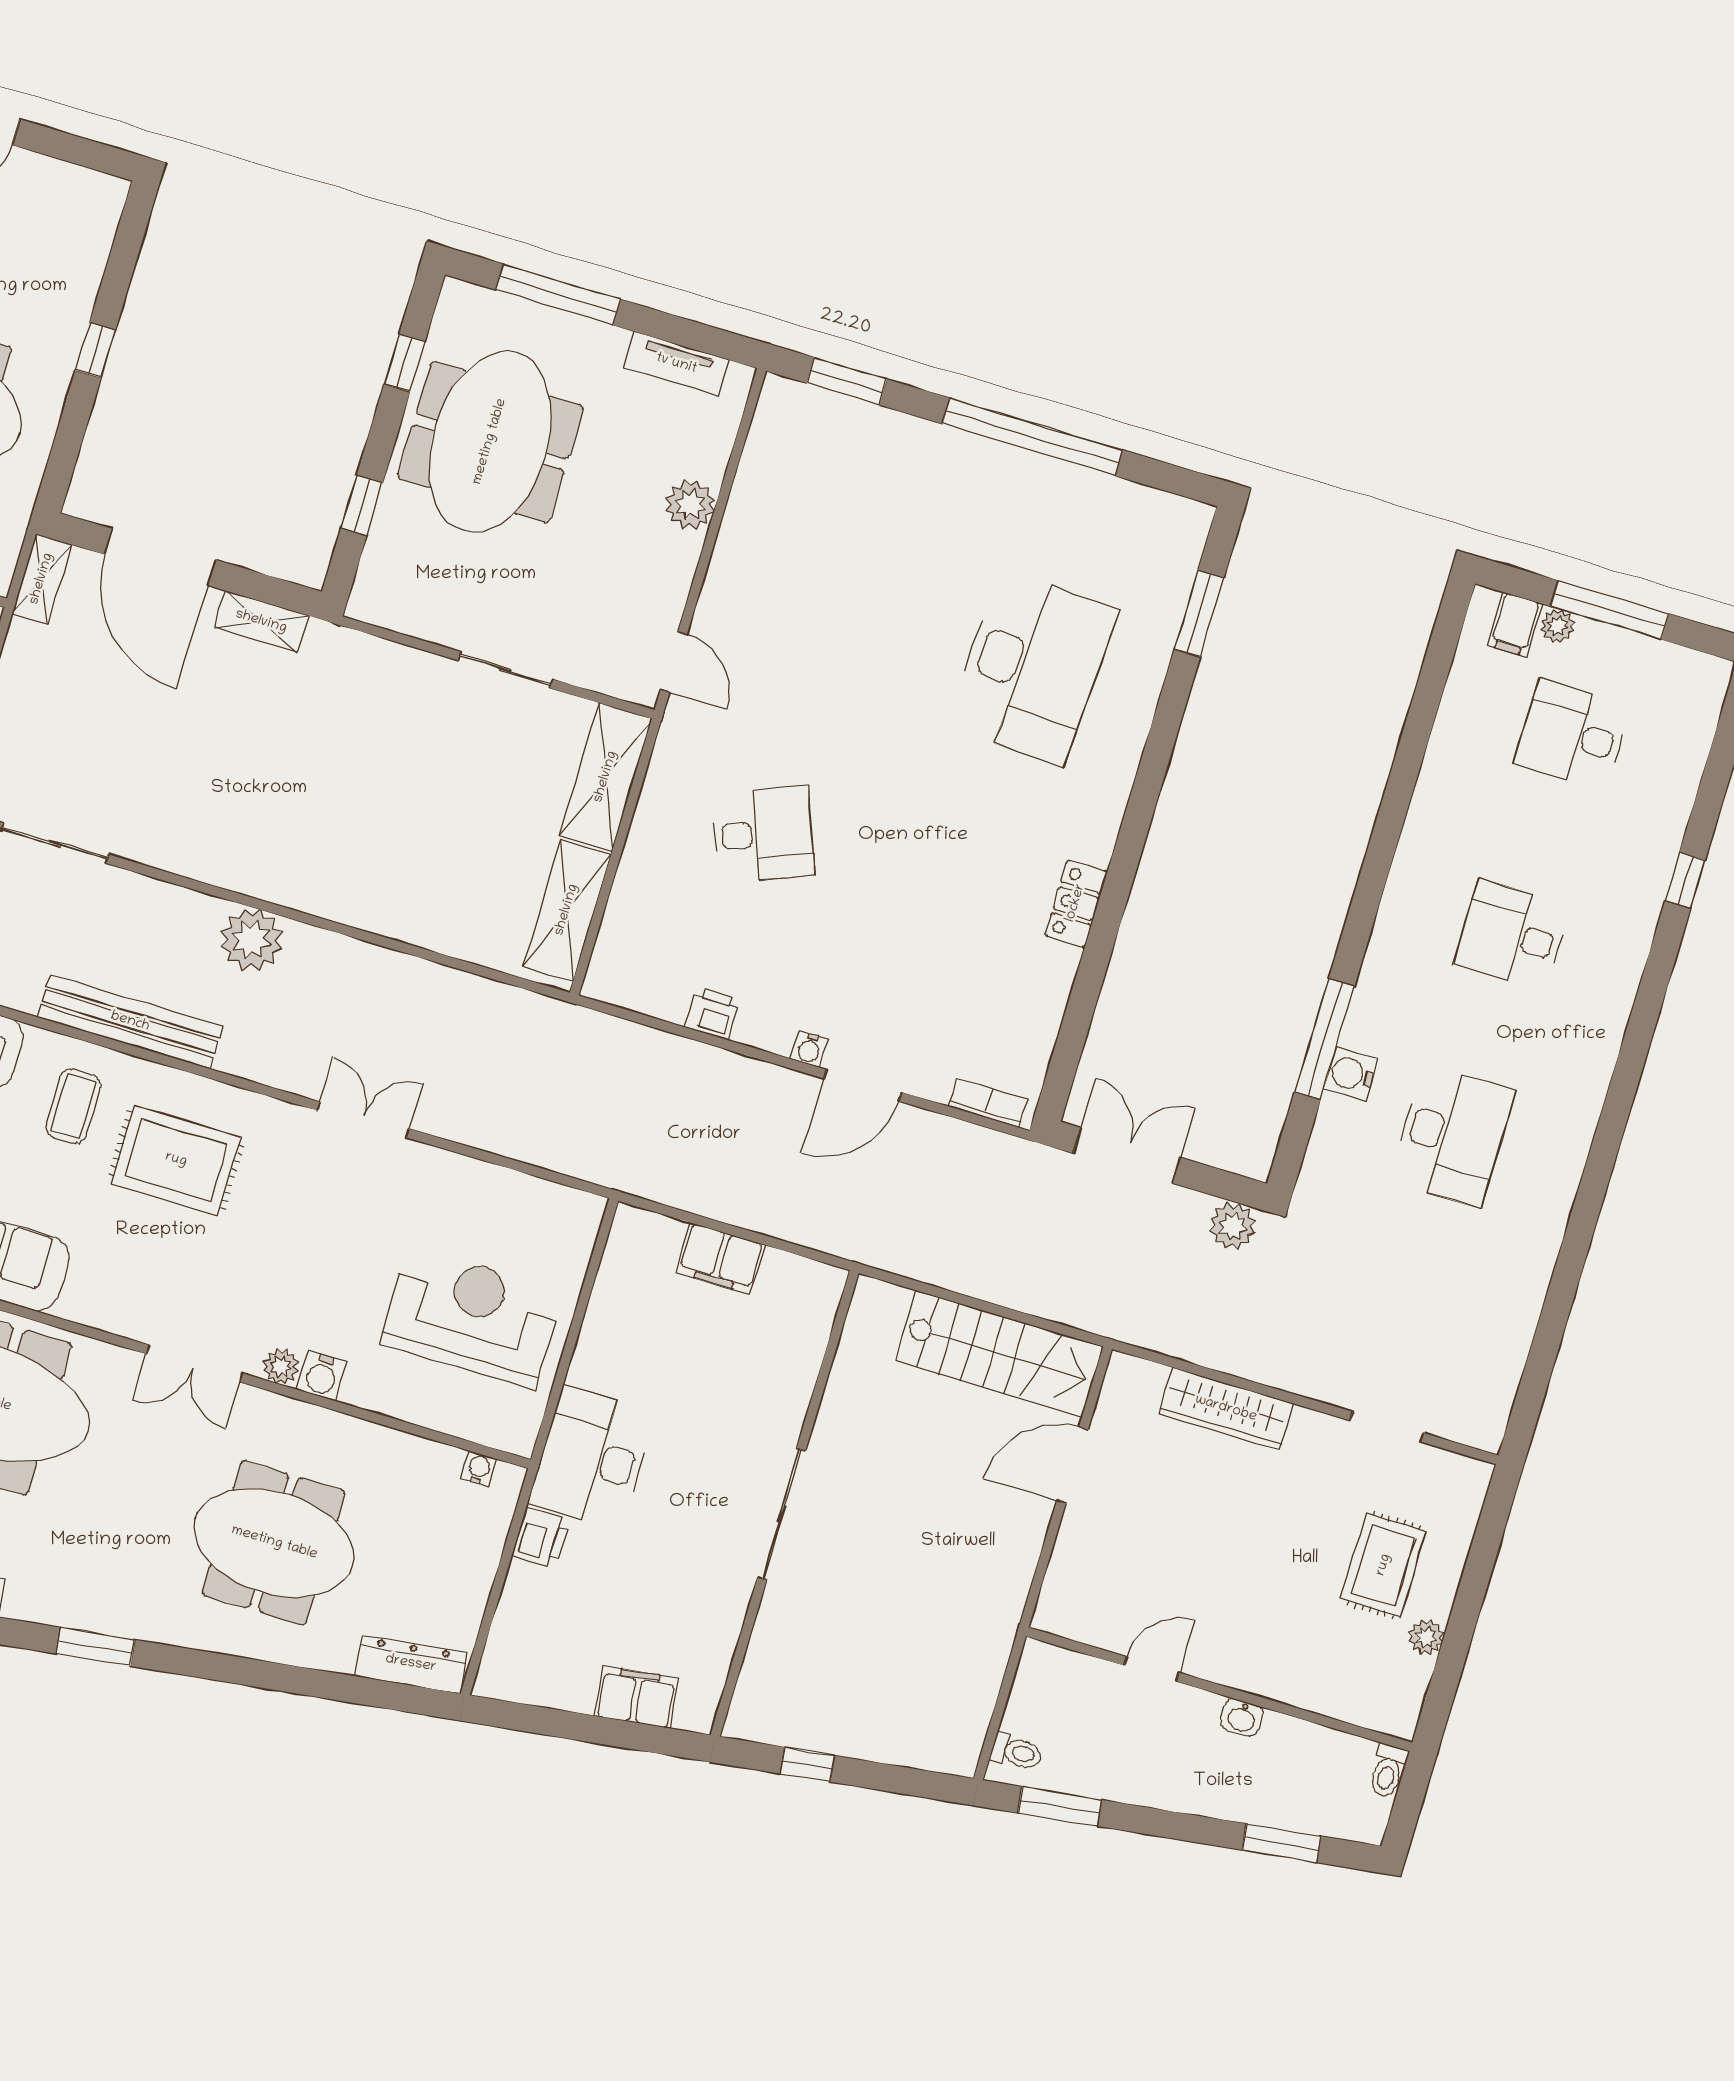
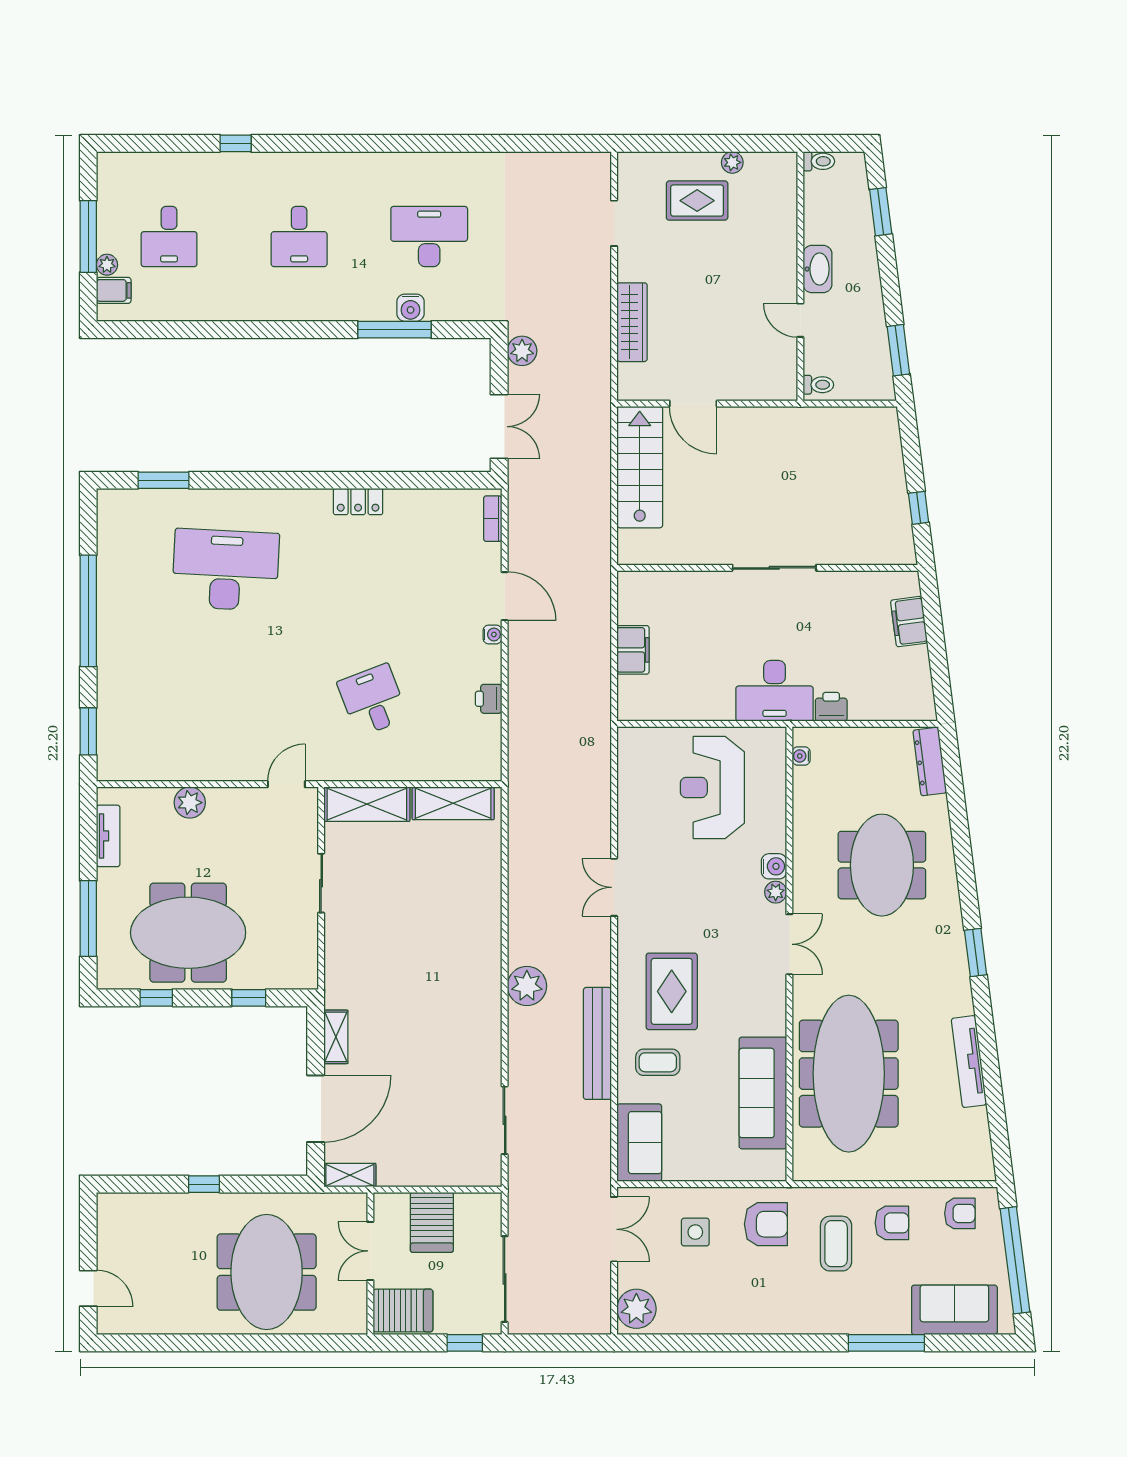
double door: (1127, 1155) -> (499, 427), swing flipped
washbasin: (1242, 1718) -> (817, 269), width x1.91, depth x1.45
toilet: (1017, 1752) -> (818, 385), moved, turned 90

